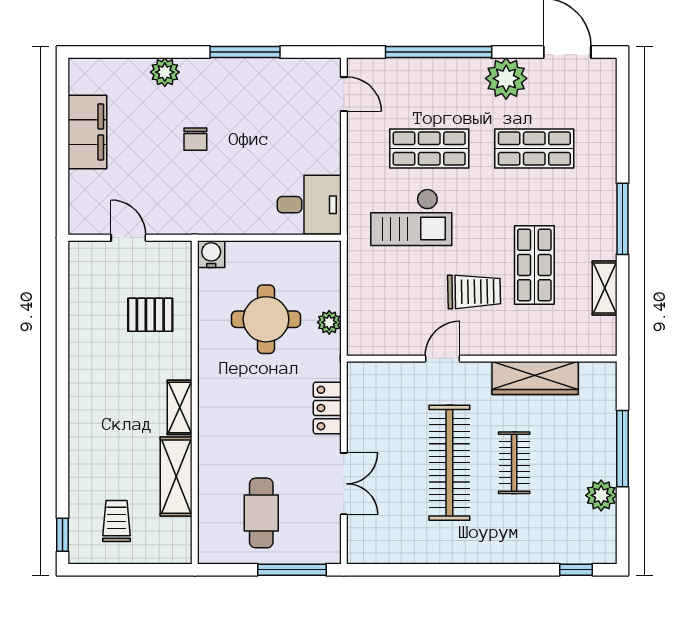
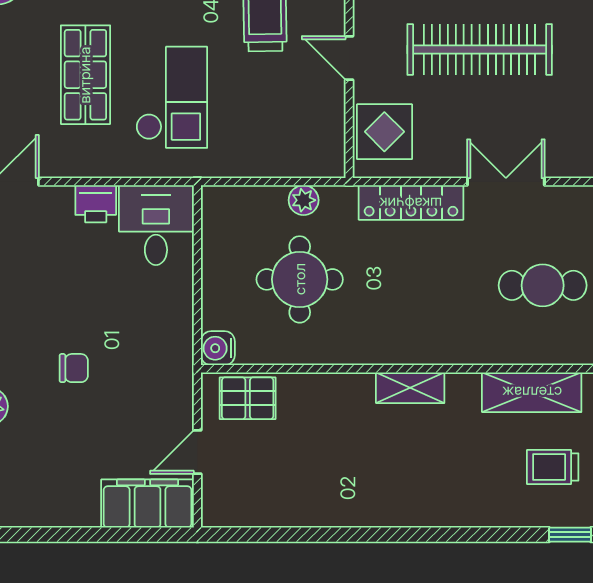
filing cabinet: (87, 132) -> (148, 504), moved
printer: (326, 157) -> (96, 204), added
pallet: (150, 315) -> (248, 398), moved, turned 90
display table: (384, 387) -> (384, 132), added
locker: (327, 408) -> (411, 203), width x1.53
shelving: (176, 477) -> (532, 392), moved

